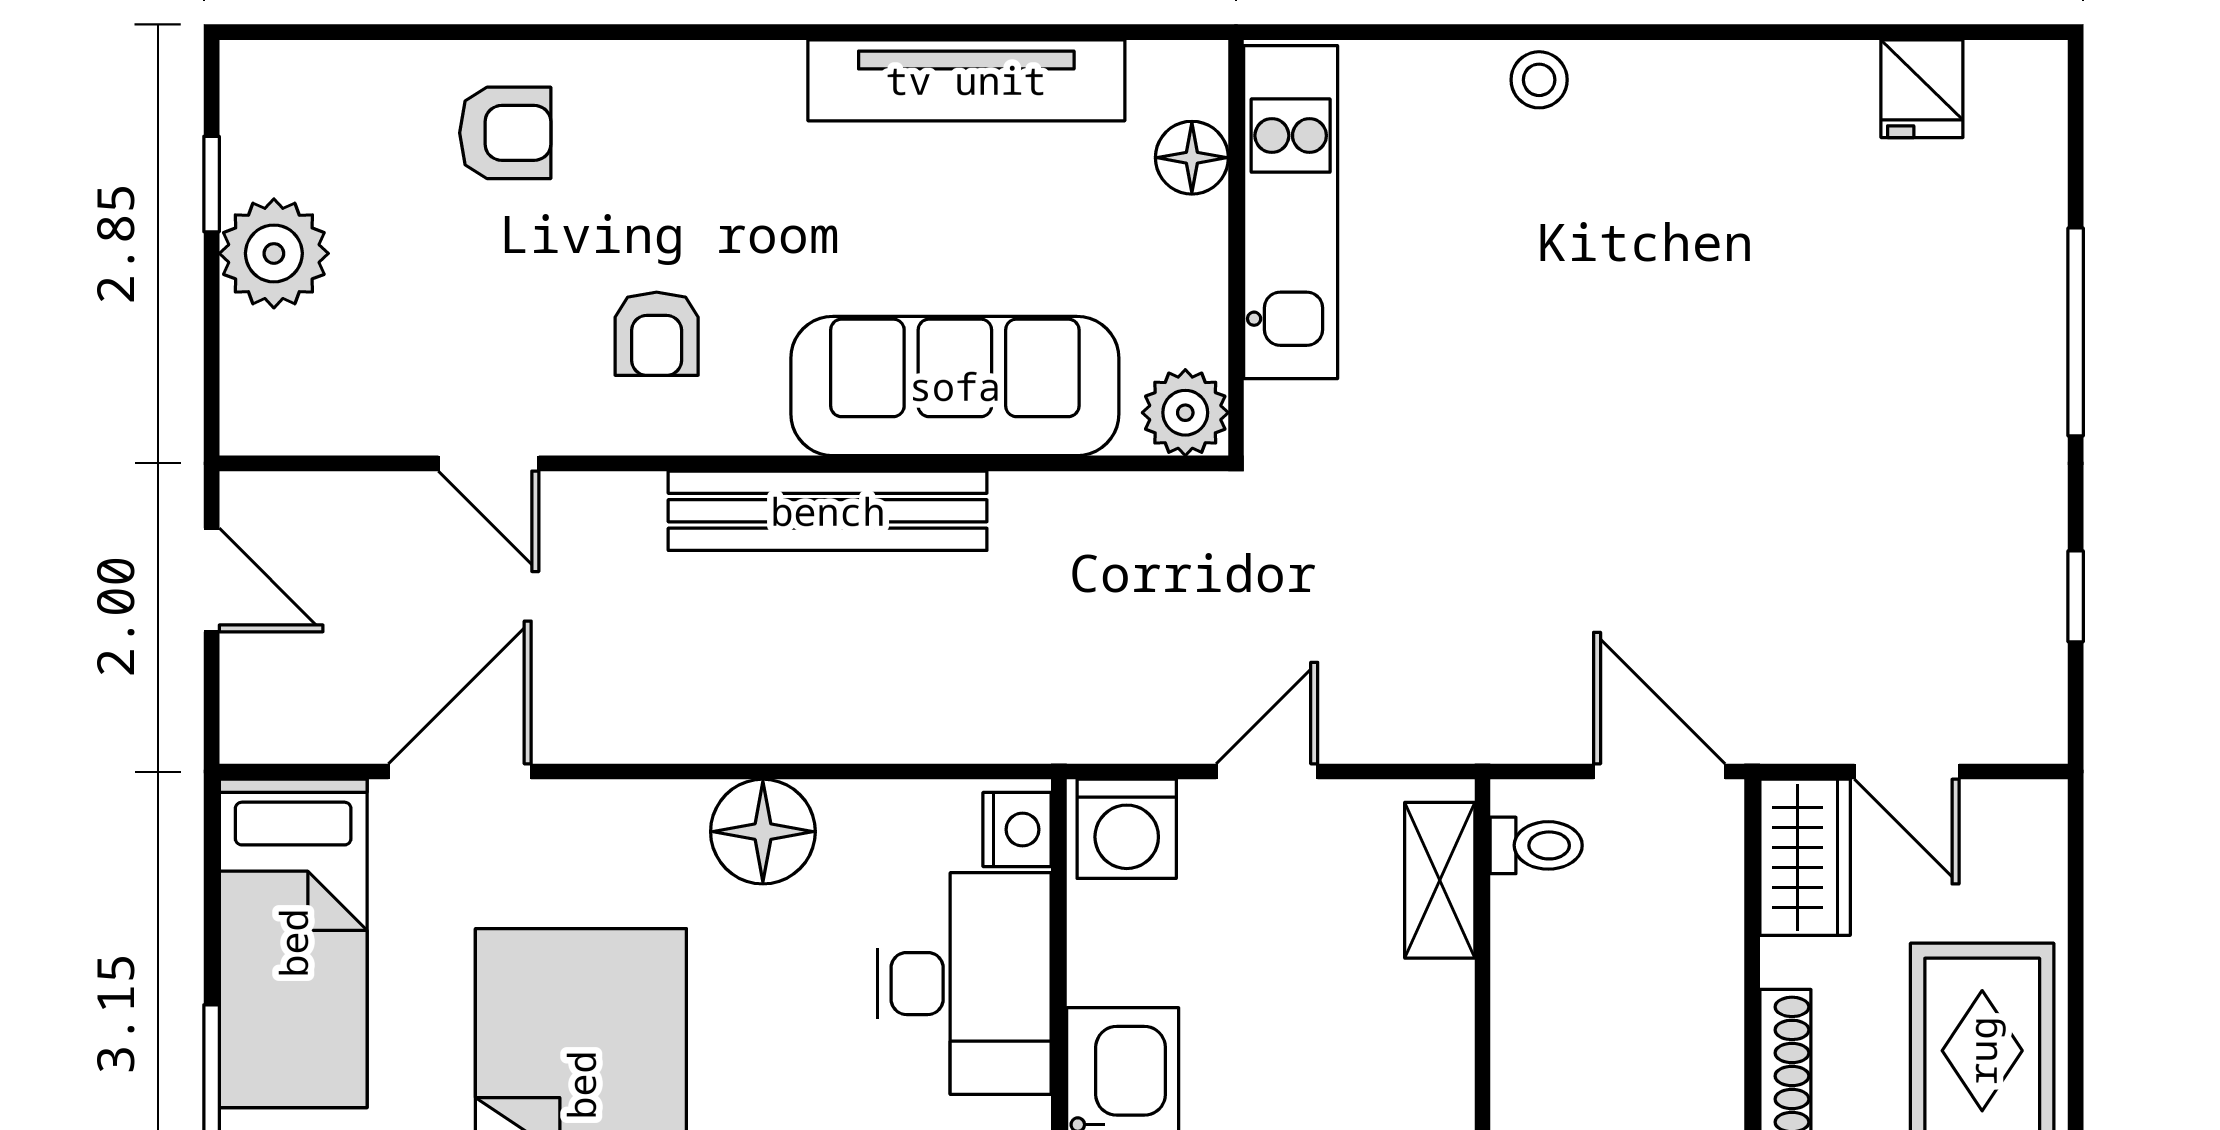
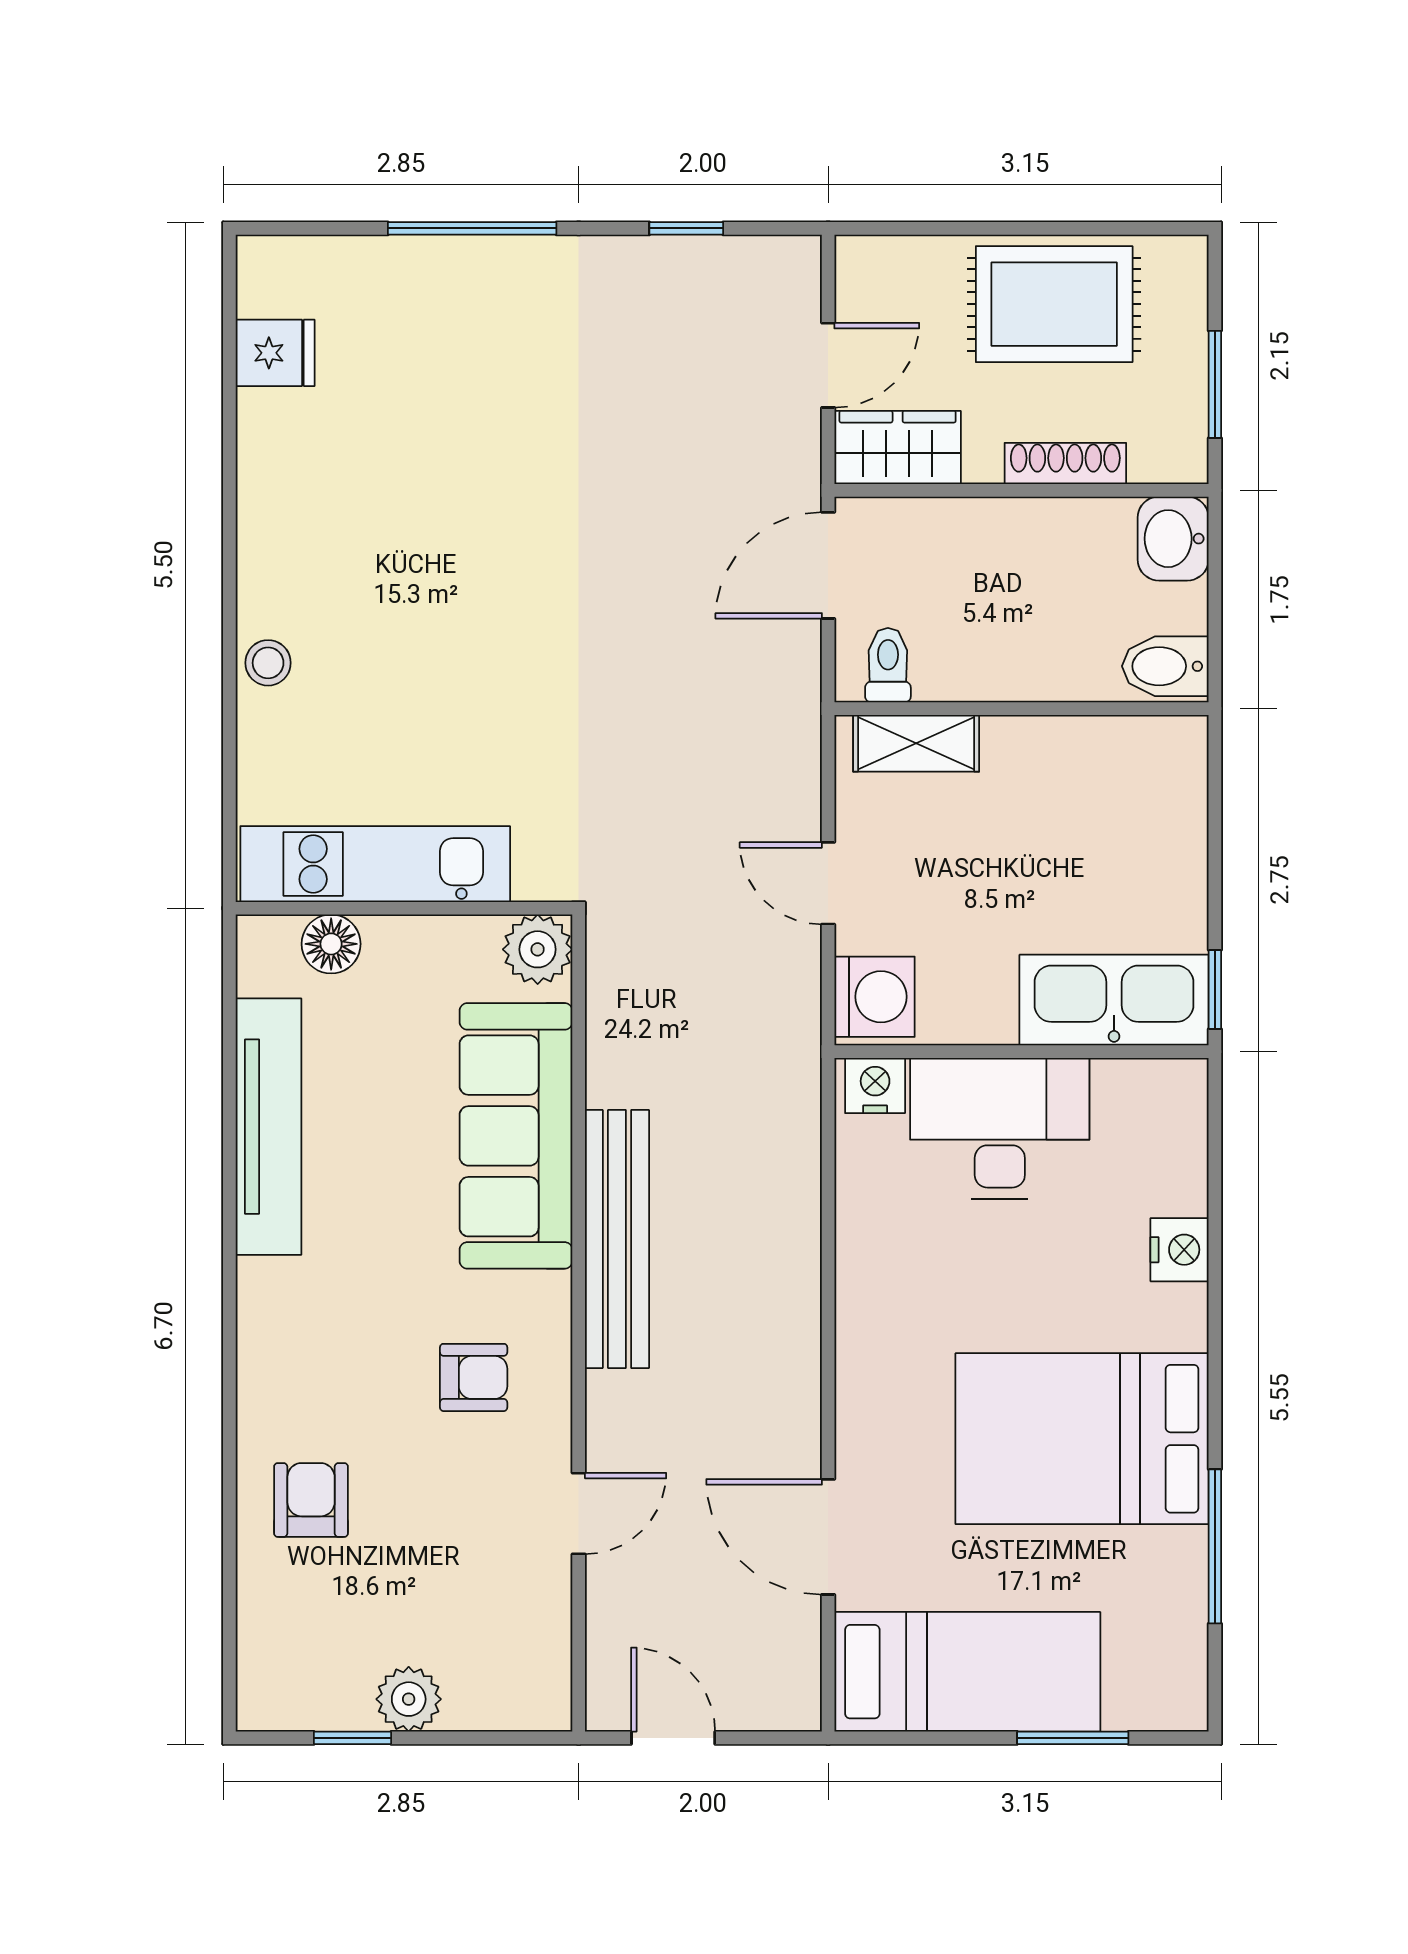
plant: (274, 253) -> (409, 1699), width x0.73, depth x0.73
door: (212, 580) -> (673, 1738), hinge flipped
floor lamp: (763, 832) -> (877, 1291), removed

